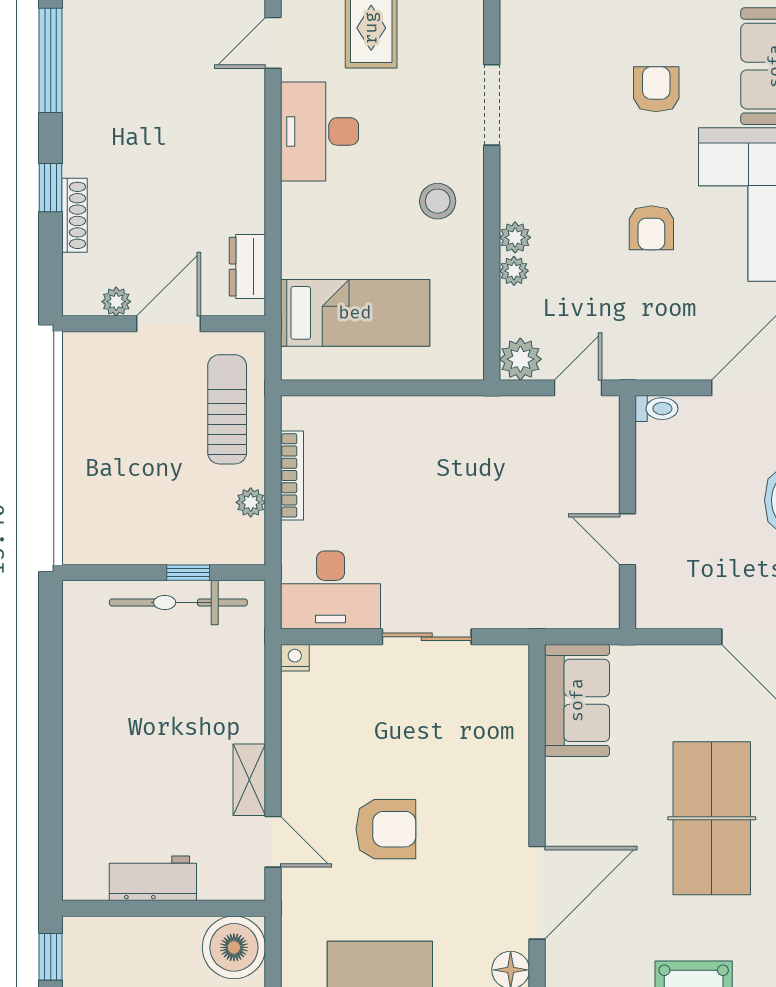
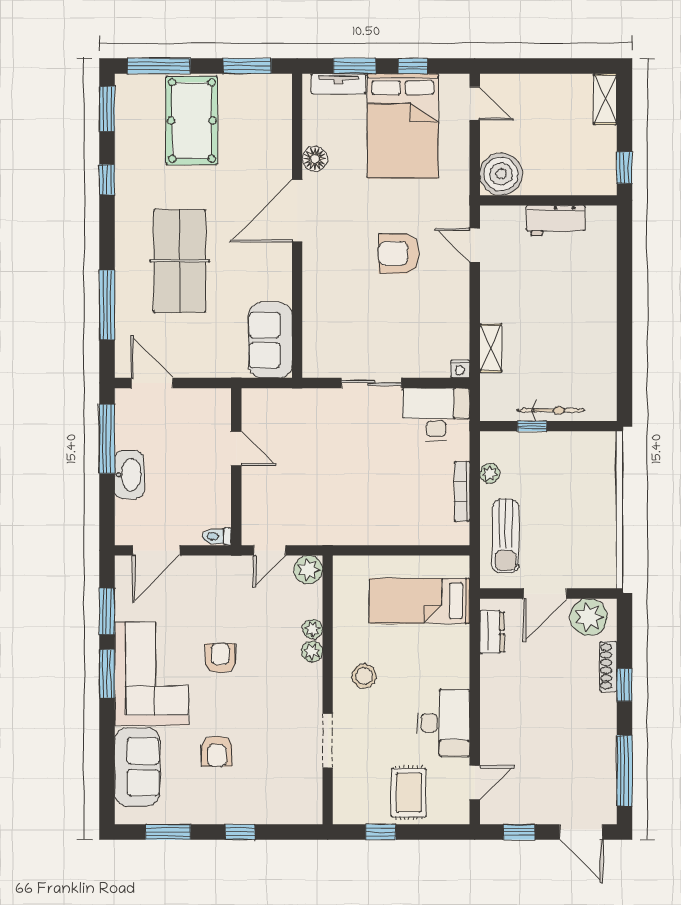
plant: (116, 302) -> (589, 617), width x1.87, depth x1.87
bicycle: (178, 602) -> (551, 410), width x0.73, depth x0.71
shelving: (249, 780) -> (491, 348), moved

